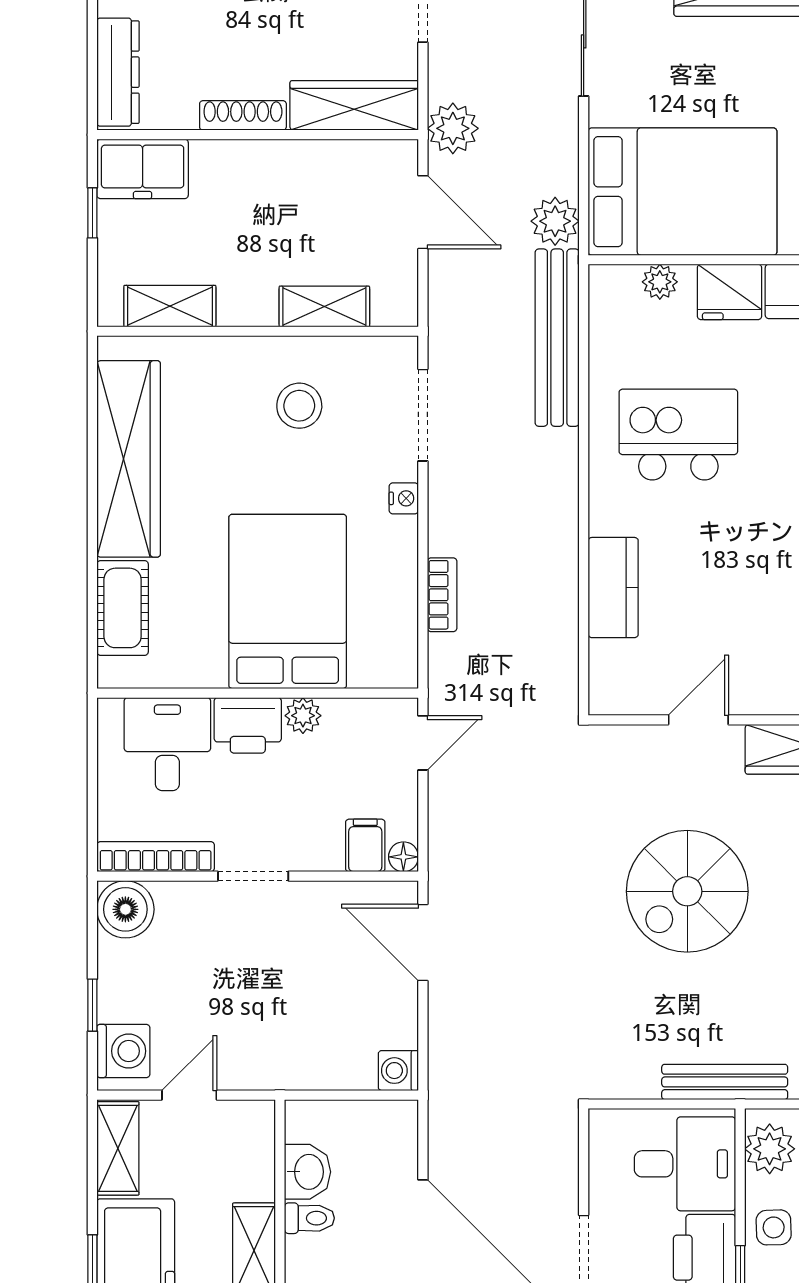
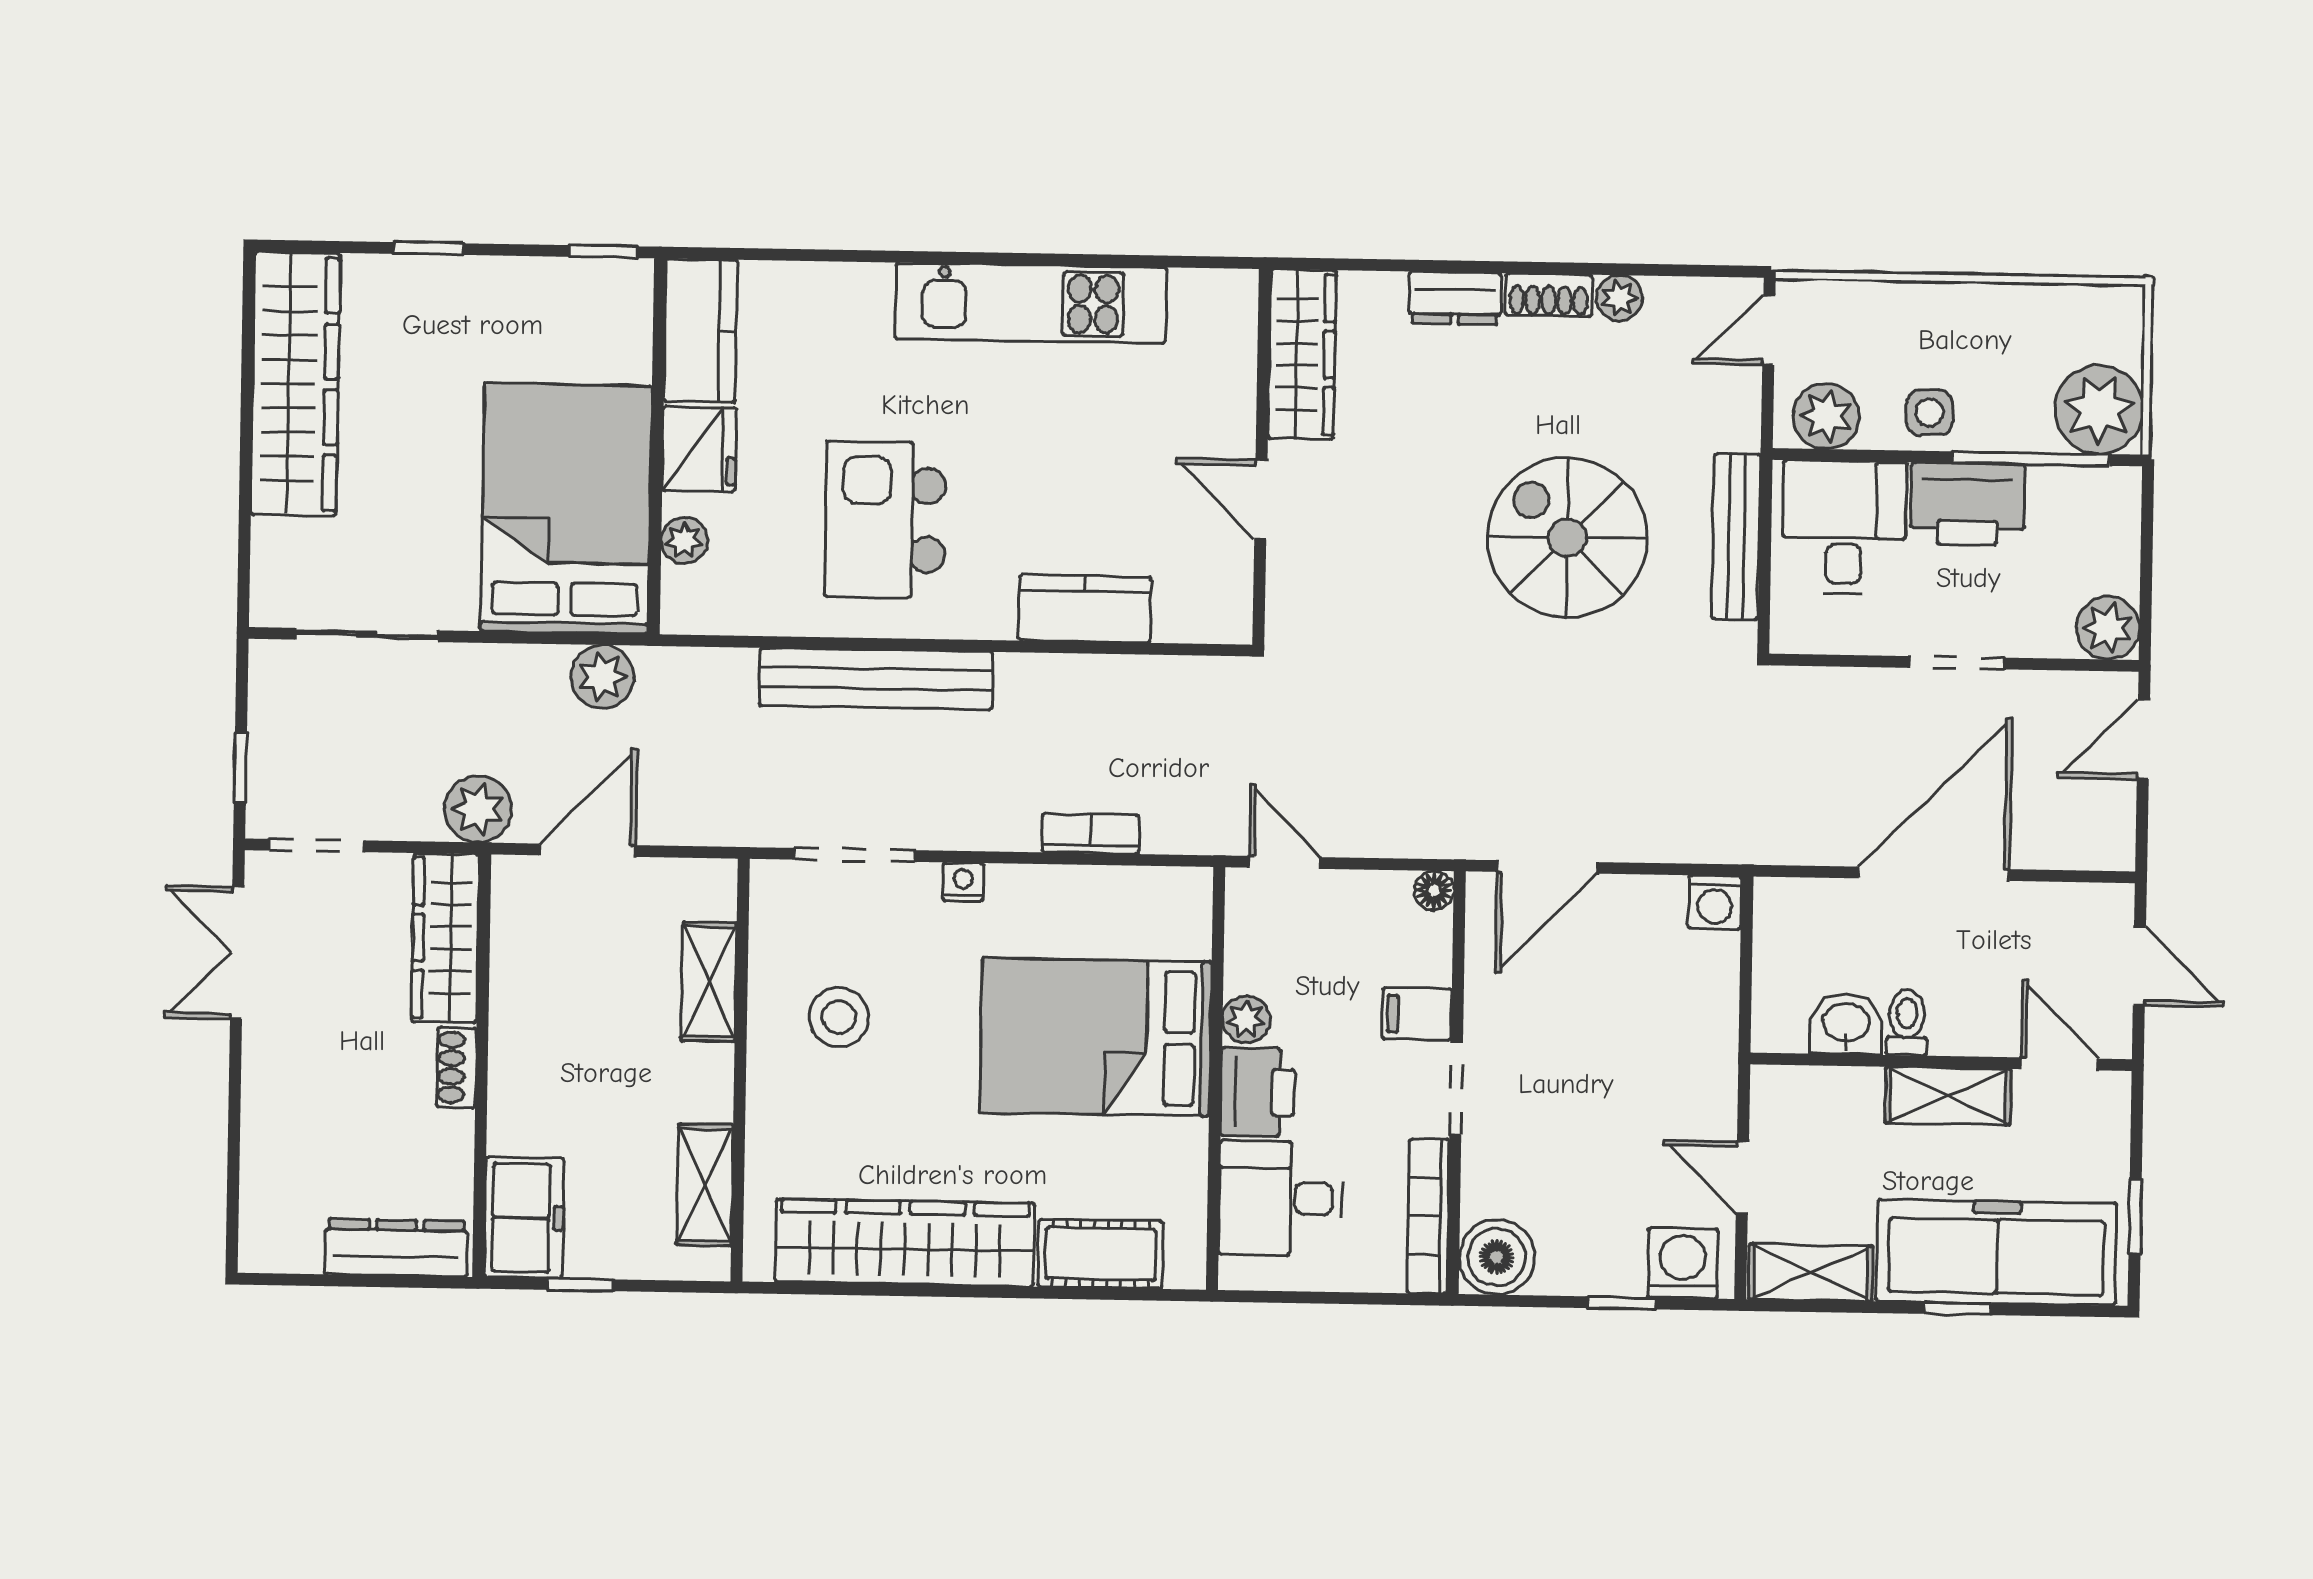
shoe rack: (243, 115) -> (456, 1067), width x0.70
bench: (557, 338) -> (876, 679), moved
filing cabinet: (365, 845) -> (1417, 1014), moved
spiral stairs: (687, 891) -> (1567, 538), moved, turned 180
bench: (725, 1082) -> (1736, 537), moved

